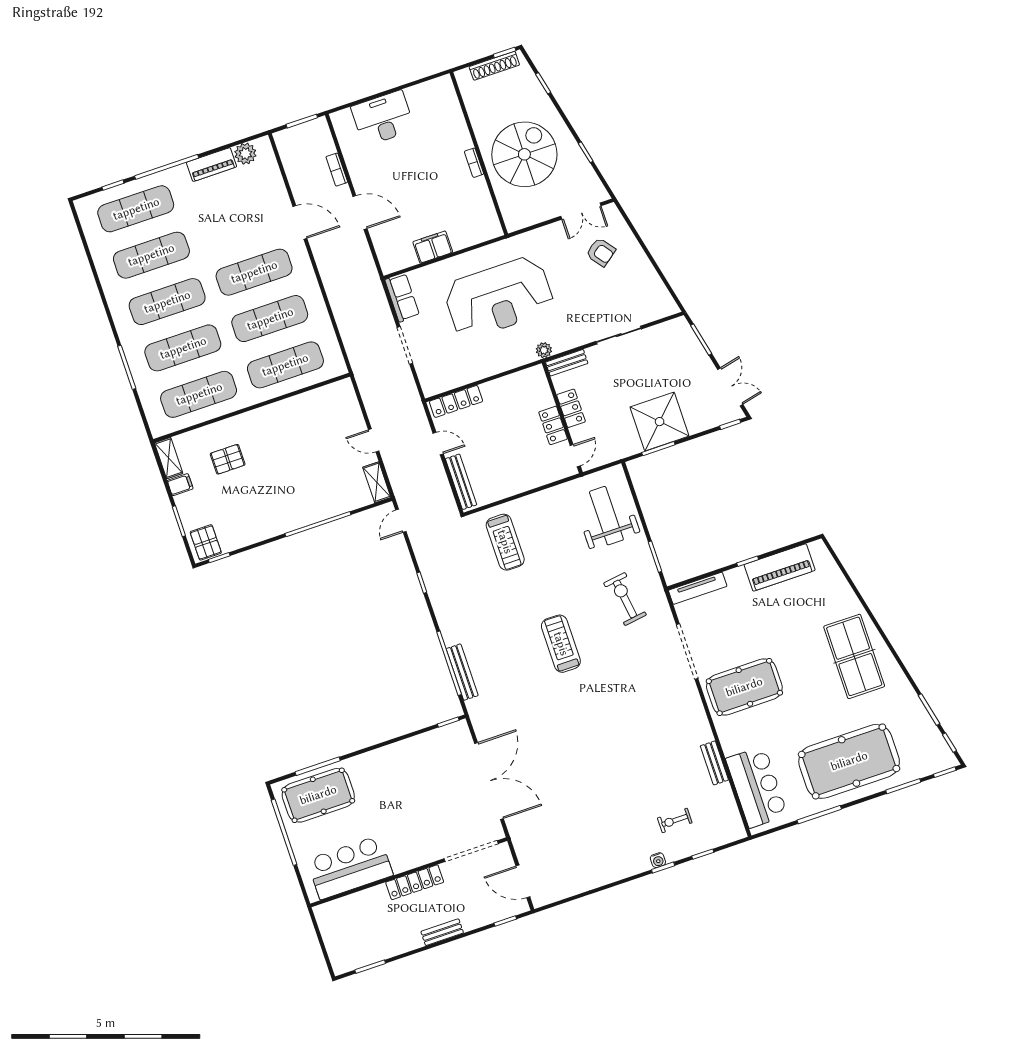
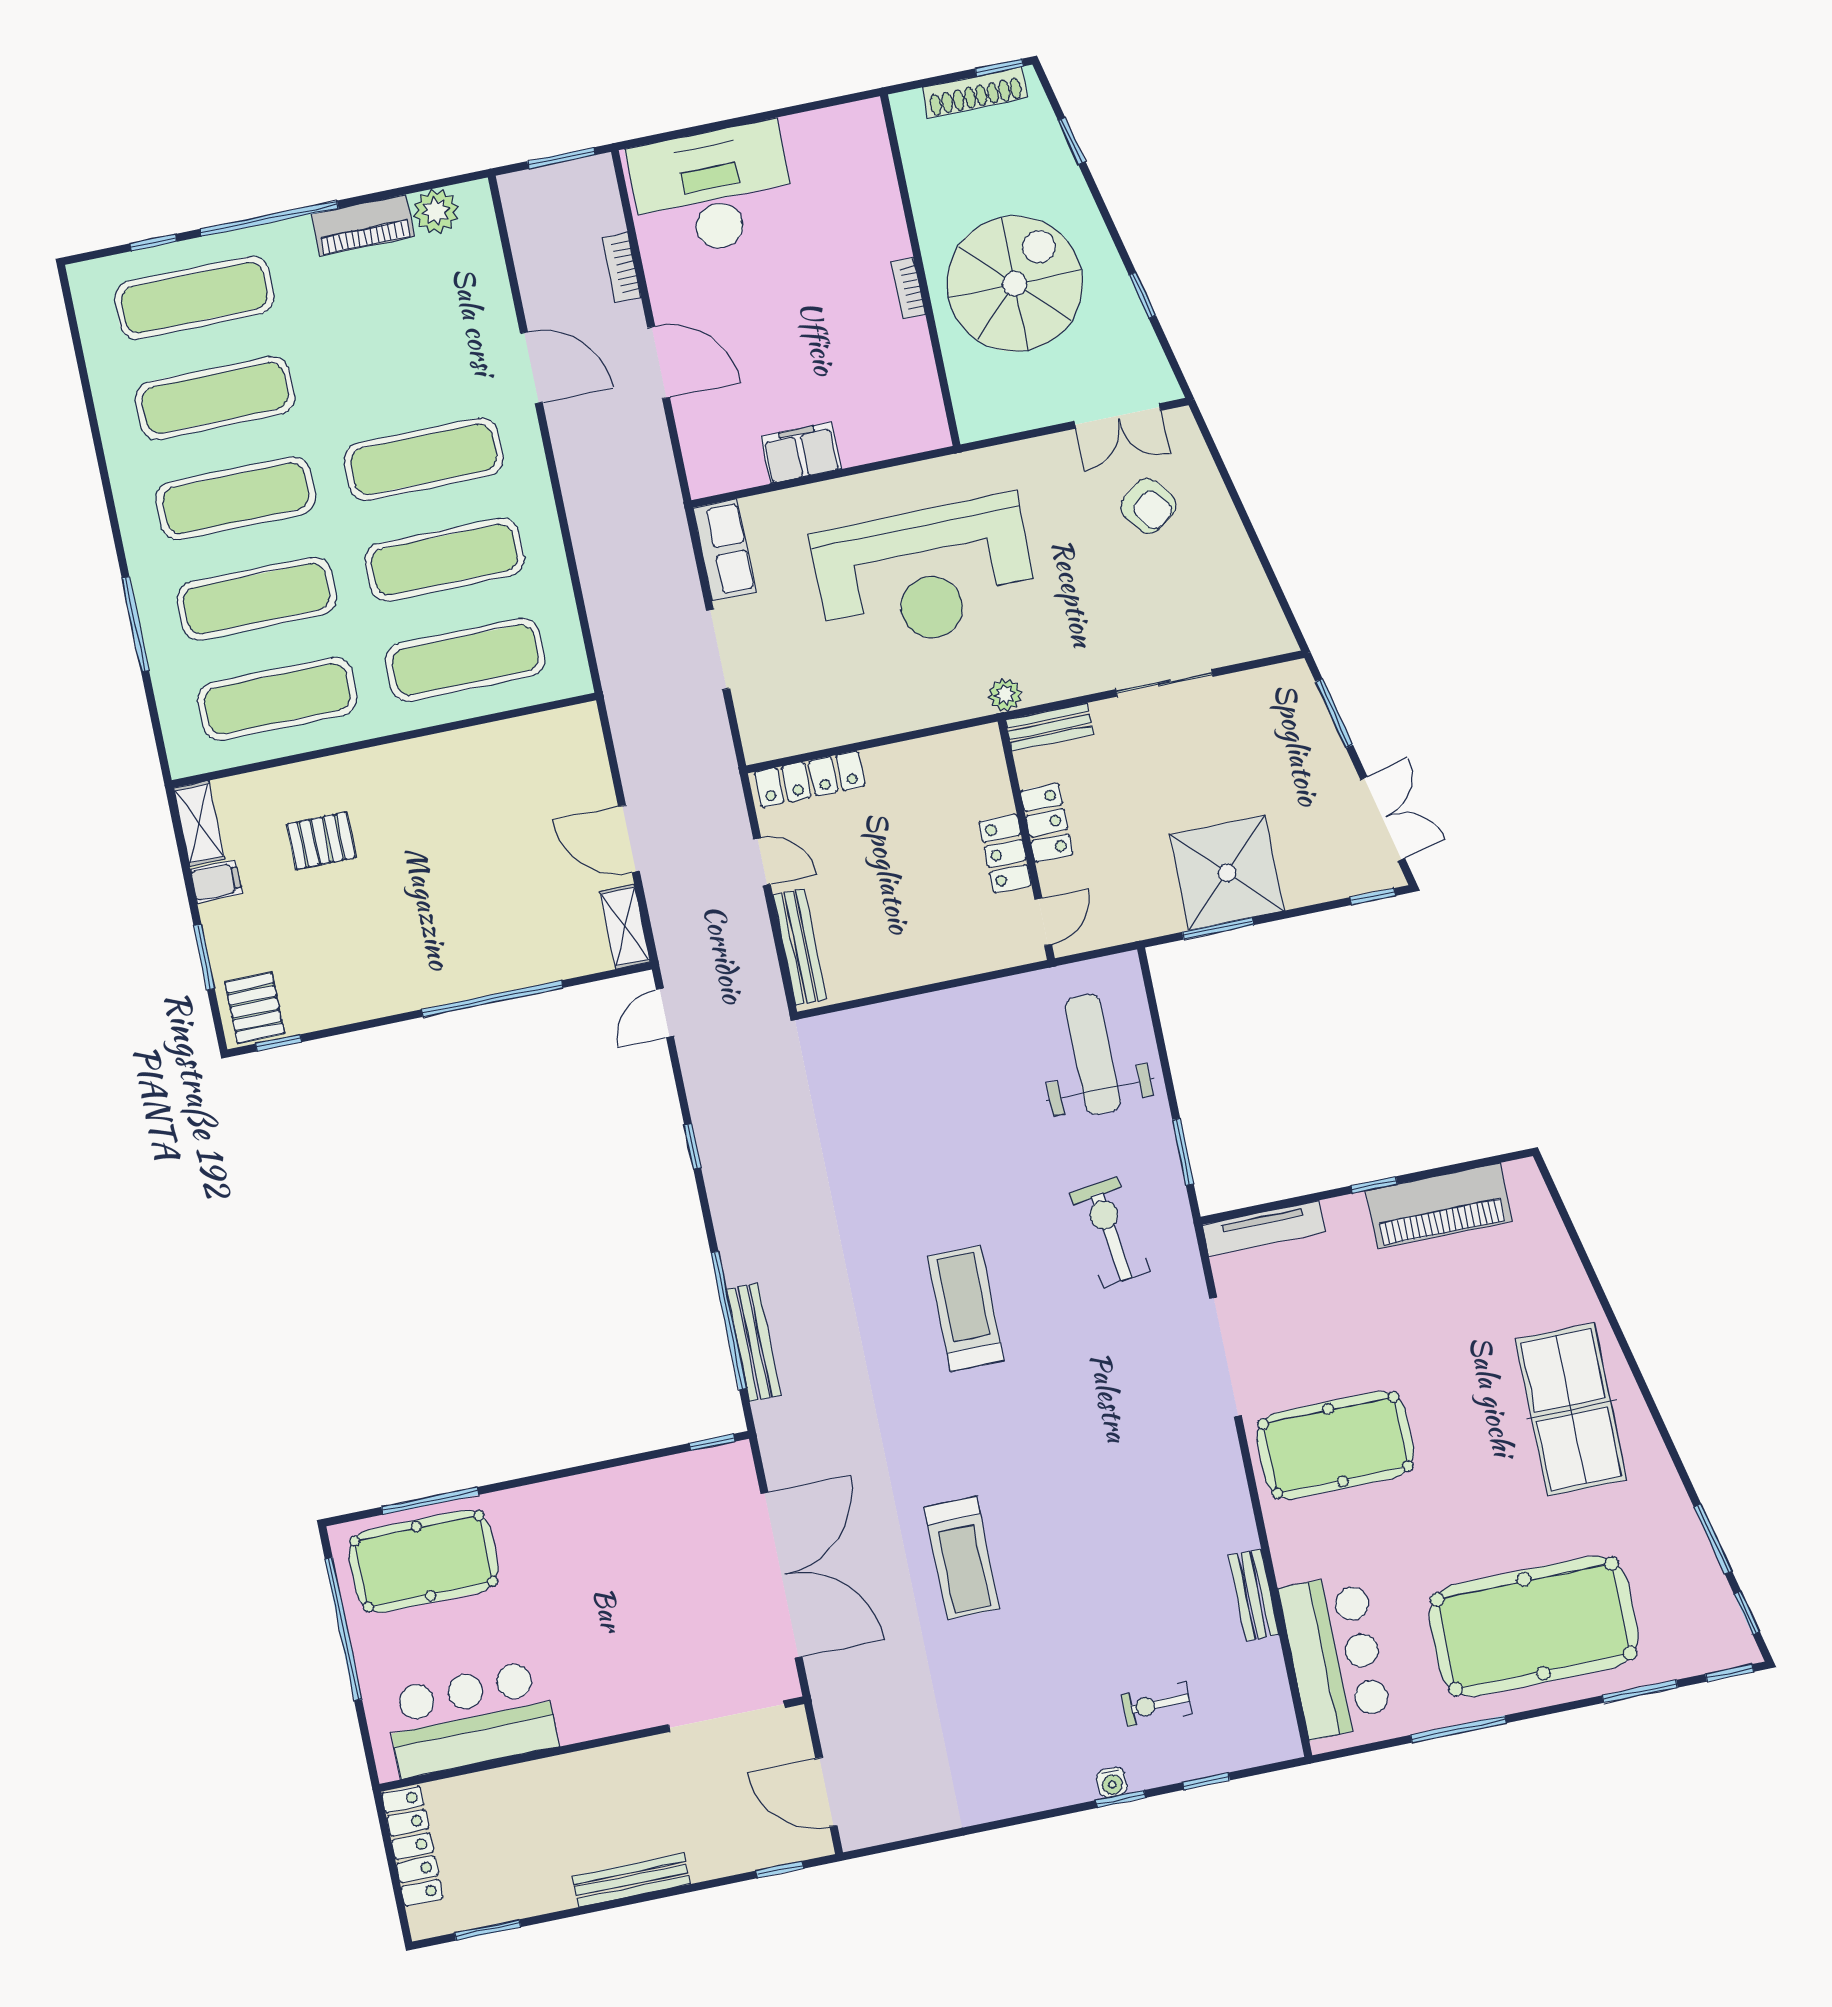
desk: (383, 118) -> (712, 190), width x1.36, depth x1.30
door: (374, 440) -> (629, 839), width x1.38
treadmill: (505, 542) -> (962, 1558), moved
locker: (415, 882) -> (412, 1846), moved, turned -90
bench: (442, 932) -> (631, 1880), width x1.36

